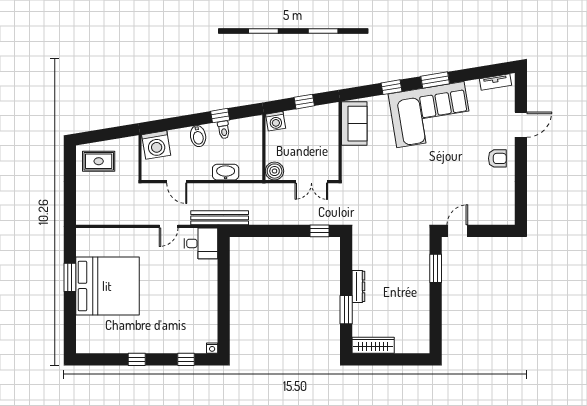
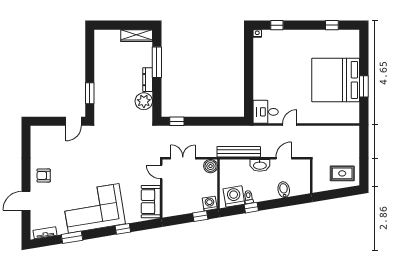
window: (435, 80) -> (72, 237), moved
window: (304, 102) -> (200, 216), moved
bidet: (198, 136) -> (284, 190), moved
washing machine: (156, 145) -> (234, 196), moved
door: (340, 163) -> (161, 172), added
washbasin: (226, 172) -> (260, 165), moved
door: (177, 182) -> (284, 158), hinge flipped
bench: (220, 218) -> (239, 152), moved
plant: (364, 258) -> (144, 101), added
window: (346, 310) -> (157, 62), width x1.44
window: (137, 359) -> (332, 25), moved

